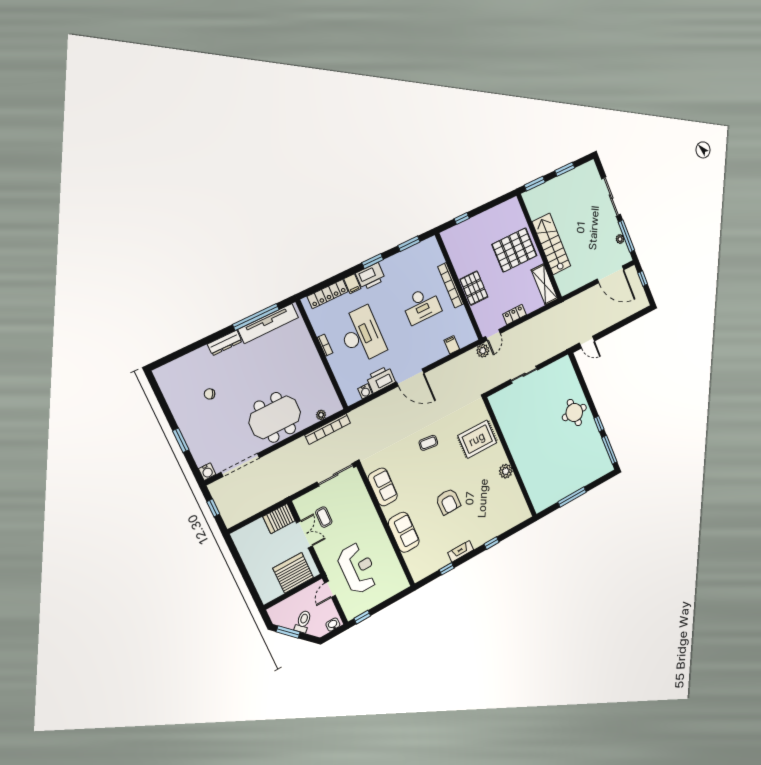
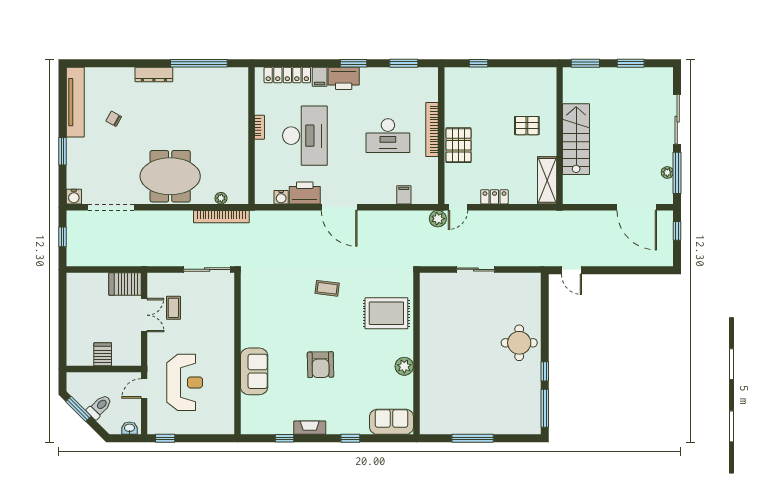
pallet: (514, 250) -> (527, 126), width x0.49, depth x0.50
tv unit: (268, 324) -> (75, 102), moved, turned -90
sofa: (383, 487) -> (391, 422), moved, turned -90
server rack: (293, 573) -> (103, 354), width x0.46, depth x0.70

